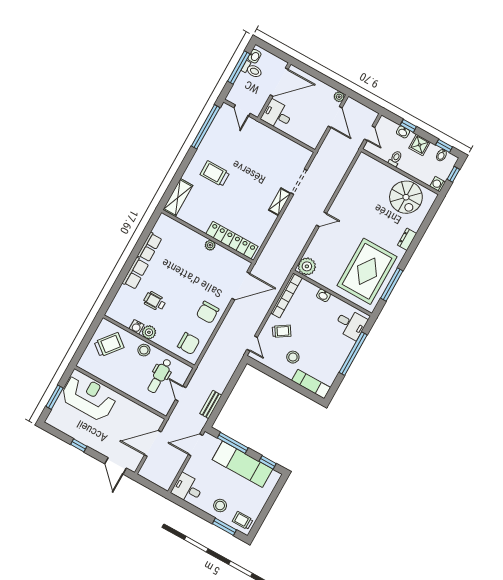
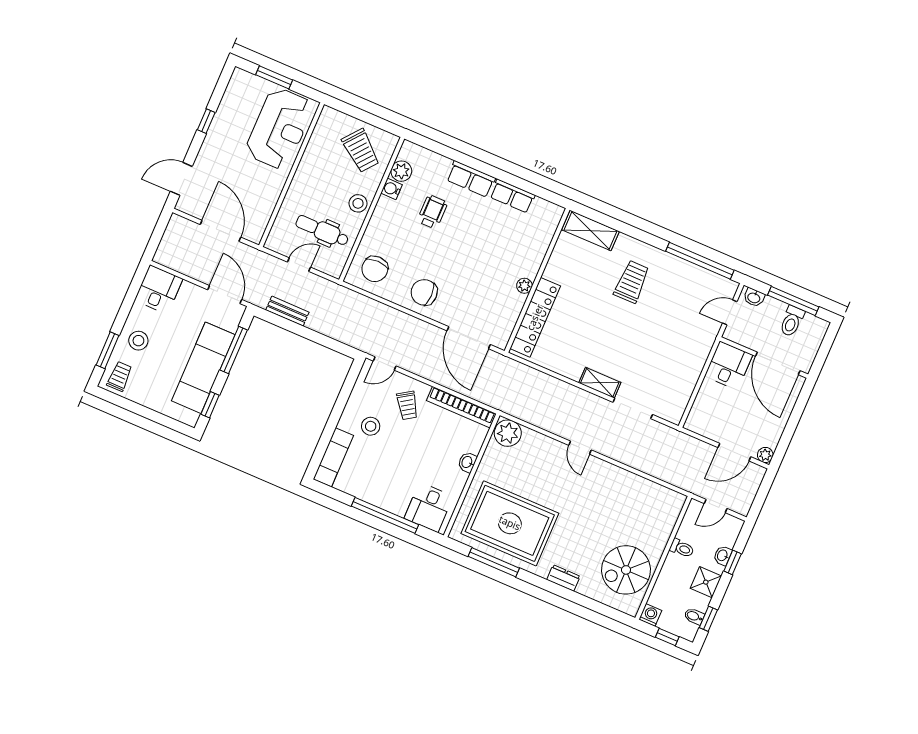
washbasin: (254, 56) -> (754, 297), moved
plant: (149, 332) -> (401, 171), moved

